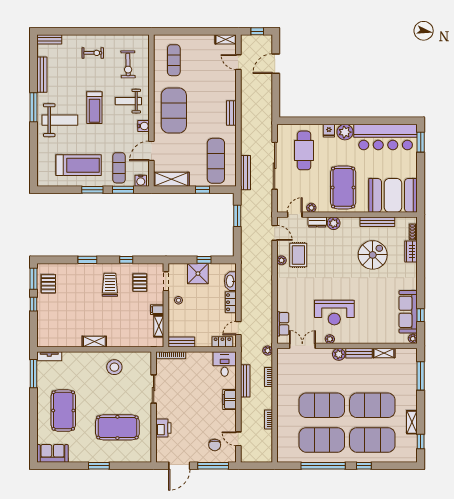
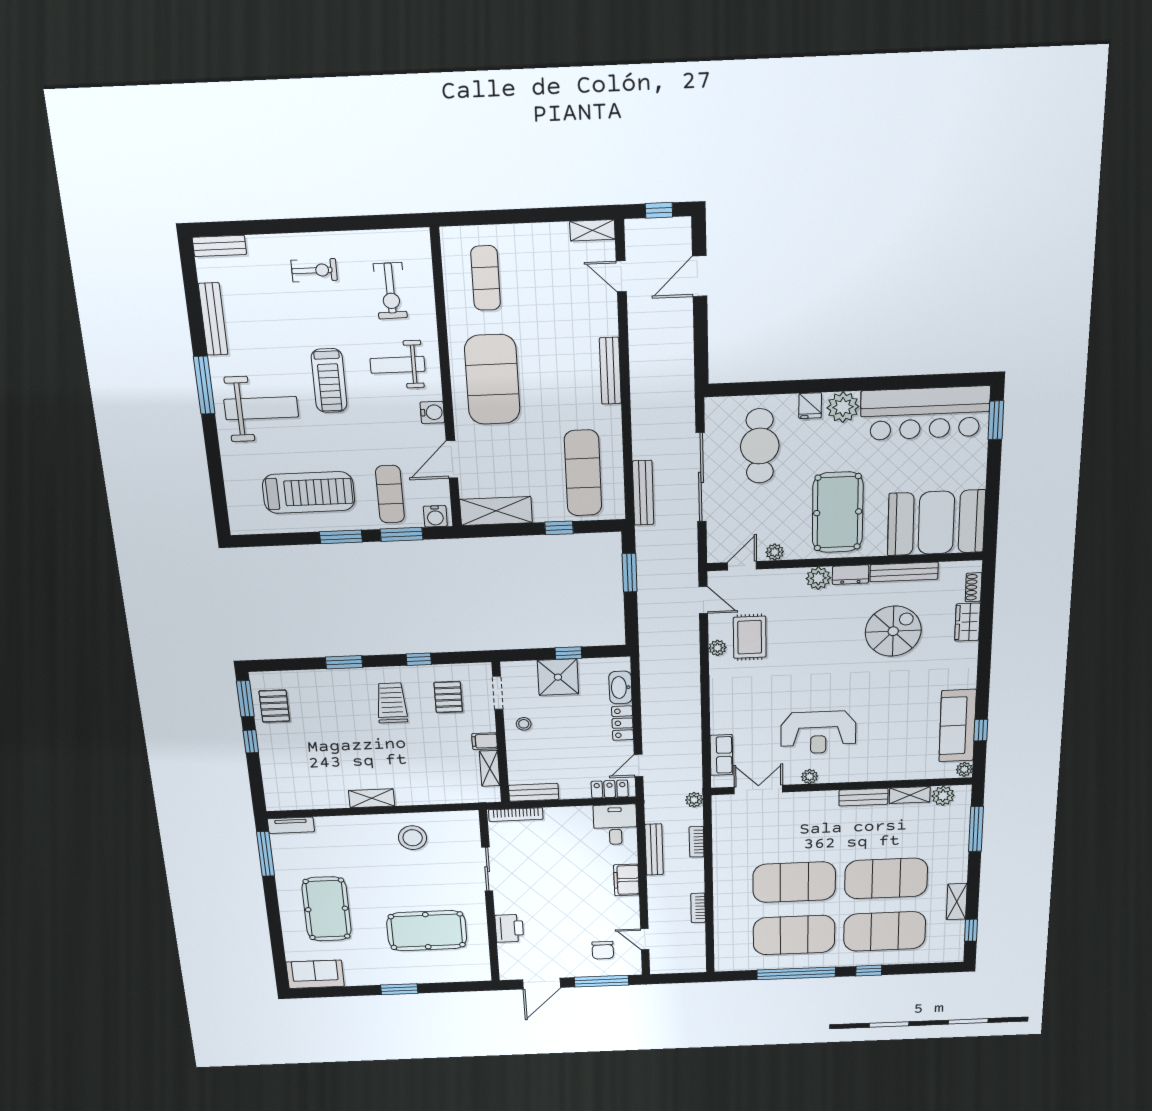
bench: (231, 113) -> (610, 371), width x1.36
dresser: (317, 222) -> (850, 575), moved
plant: (339, 354) -> (943, 796), moved

